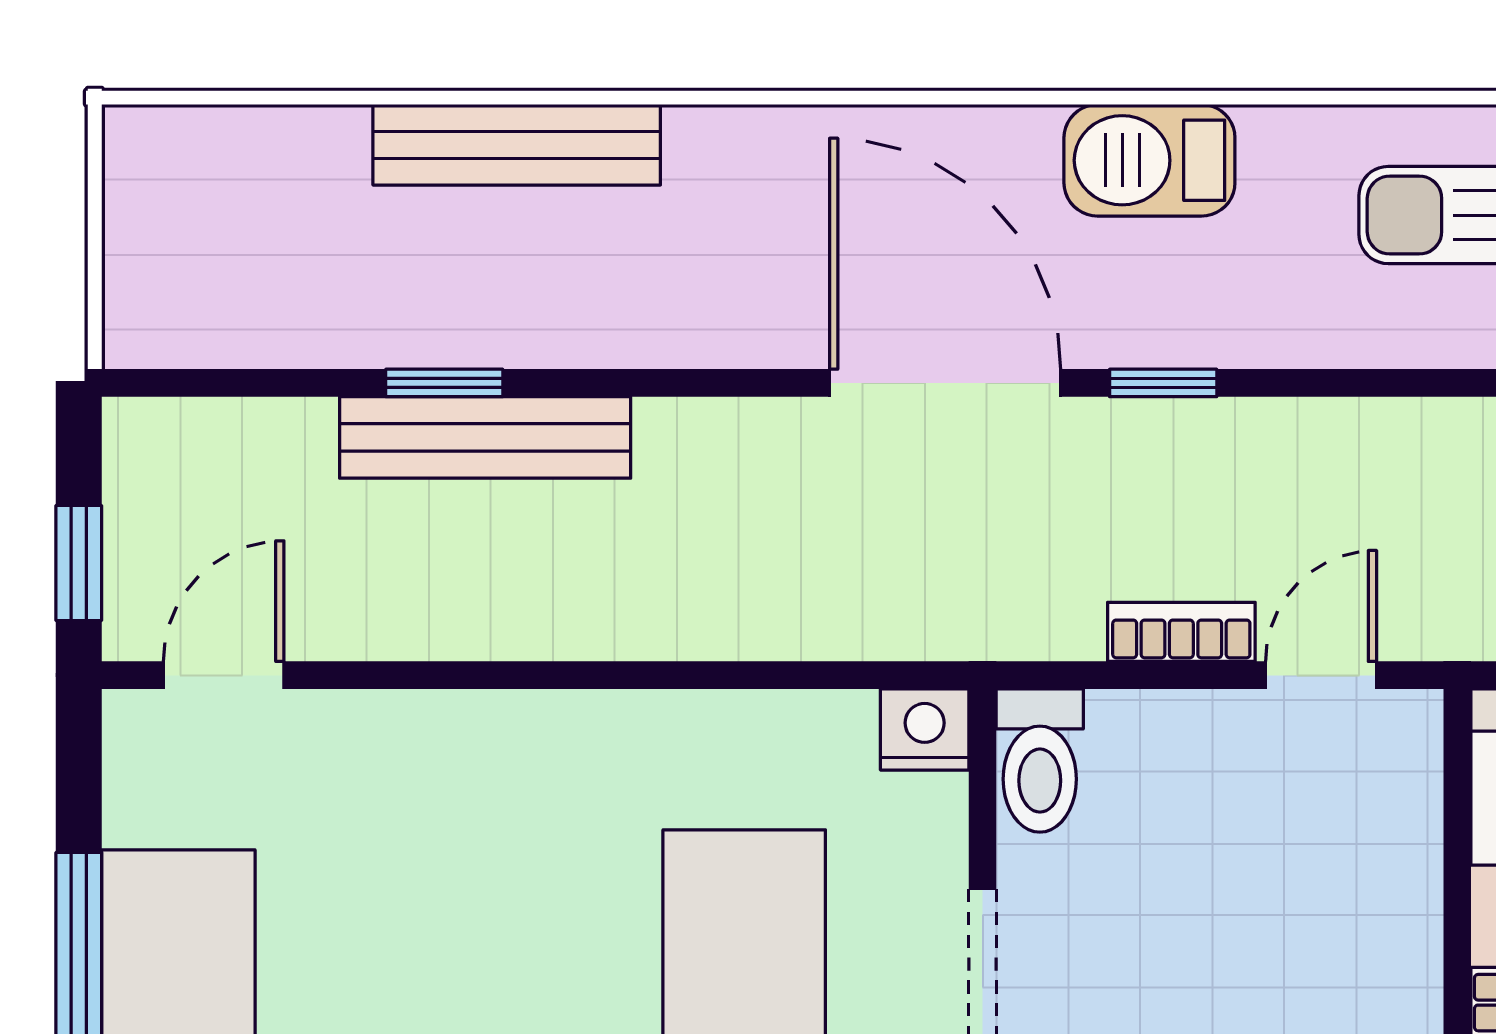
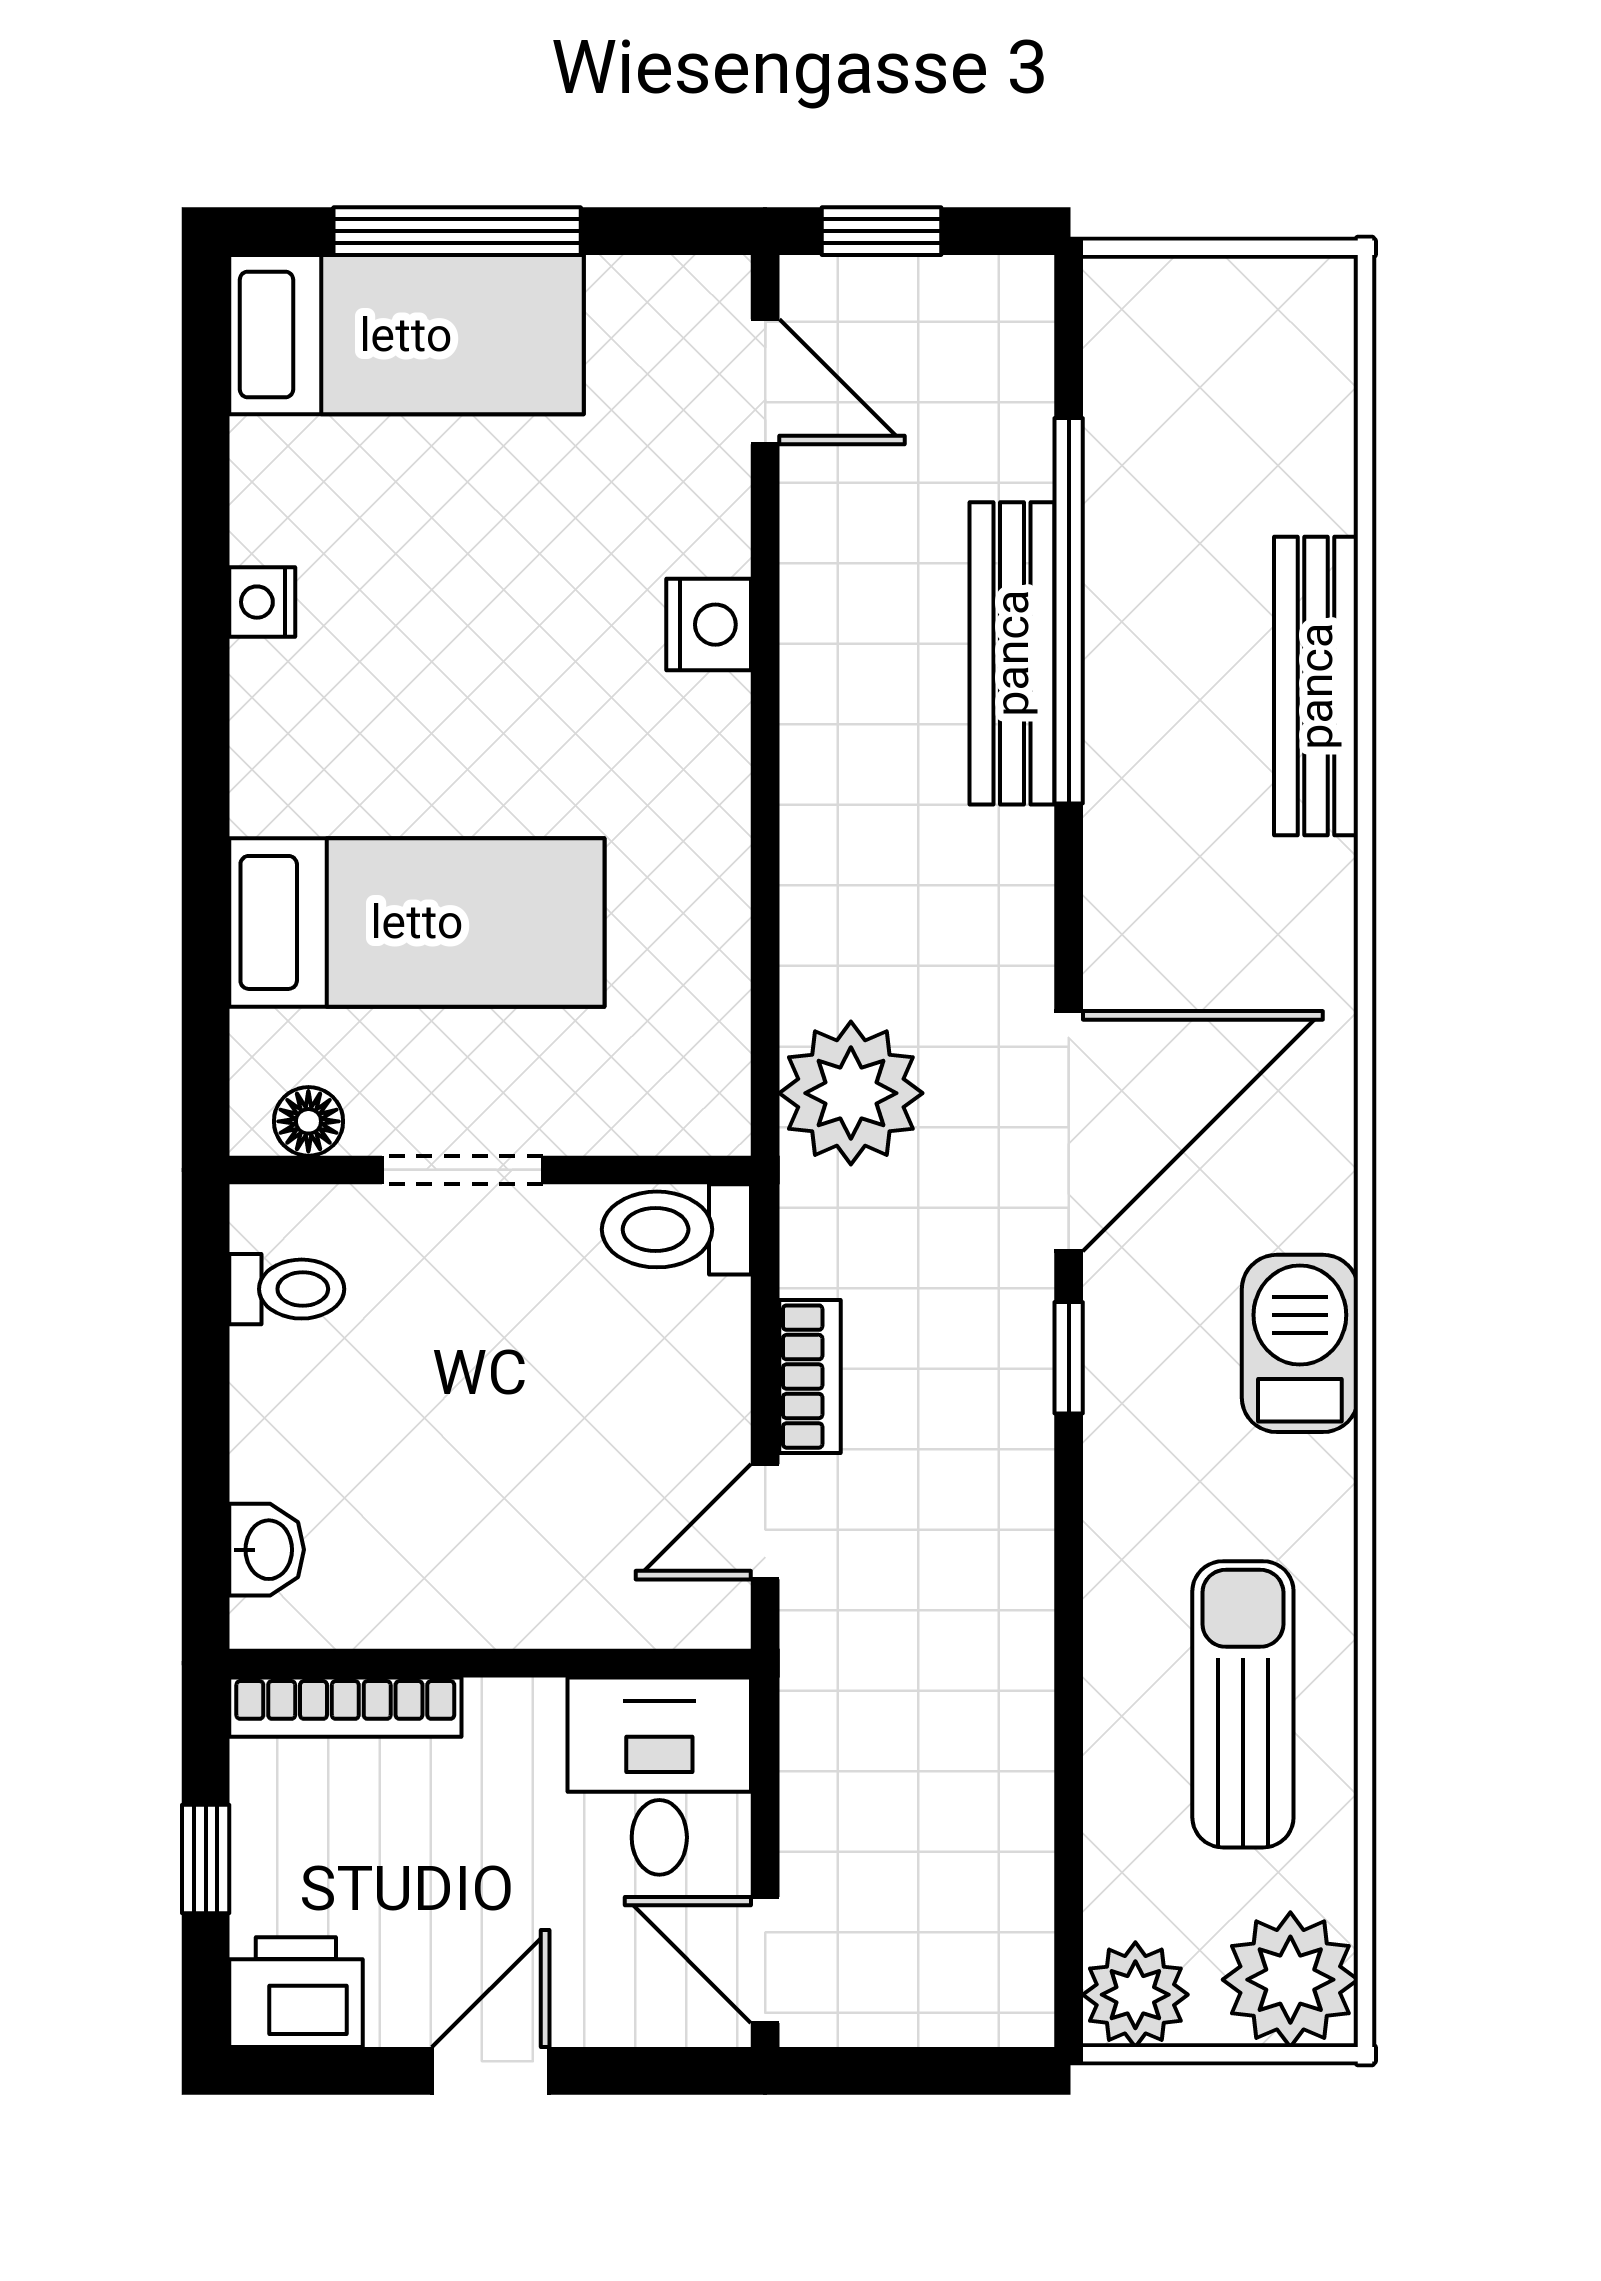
window: (444, 383) -> (1069, 611), width x3.17
plant: (908, 592) -> (851, 1093), added
door: (1321, 675) -> (765, 1522), swing flipped
nightstand: (925, 729) -> (709, 625), moved

